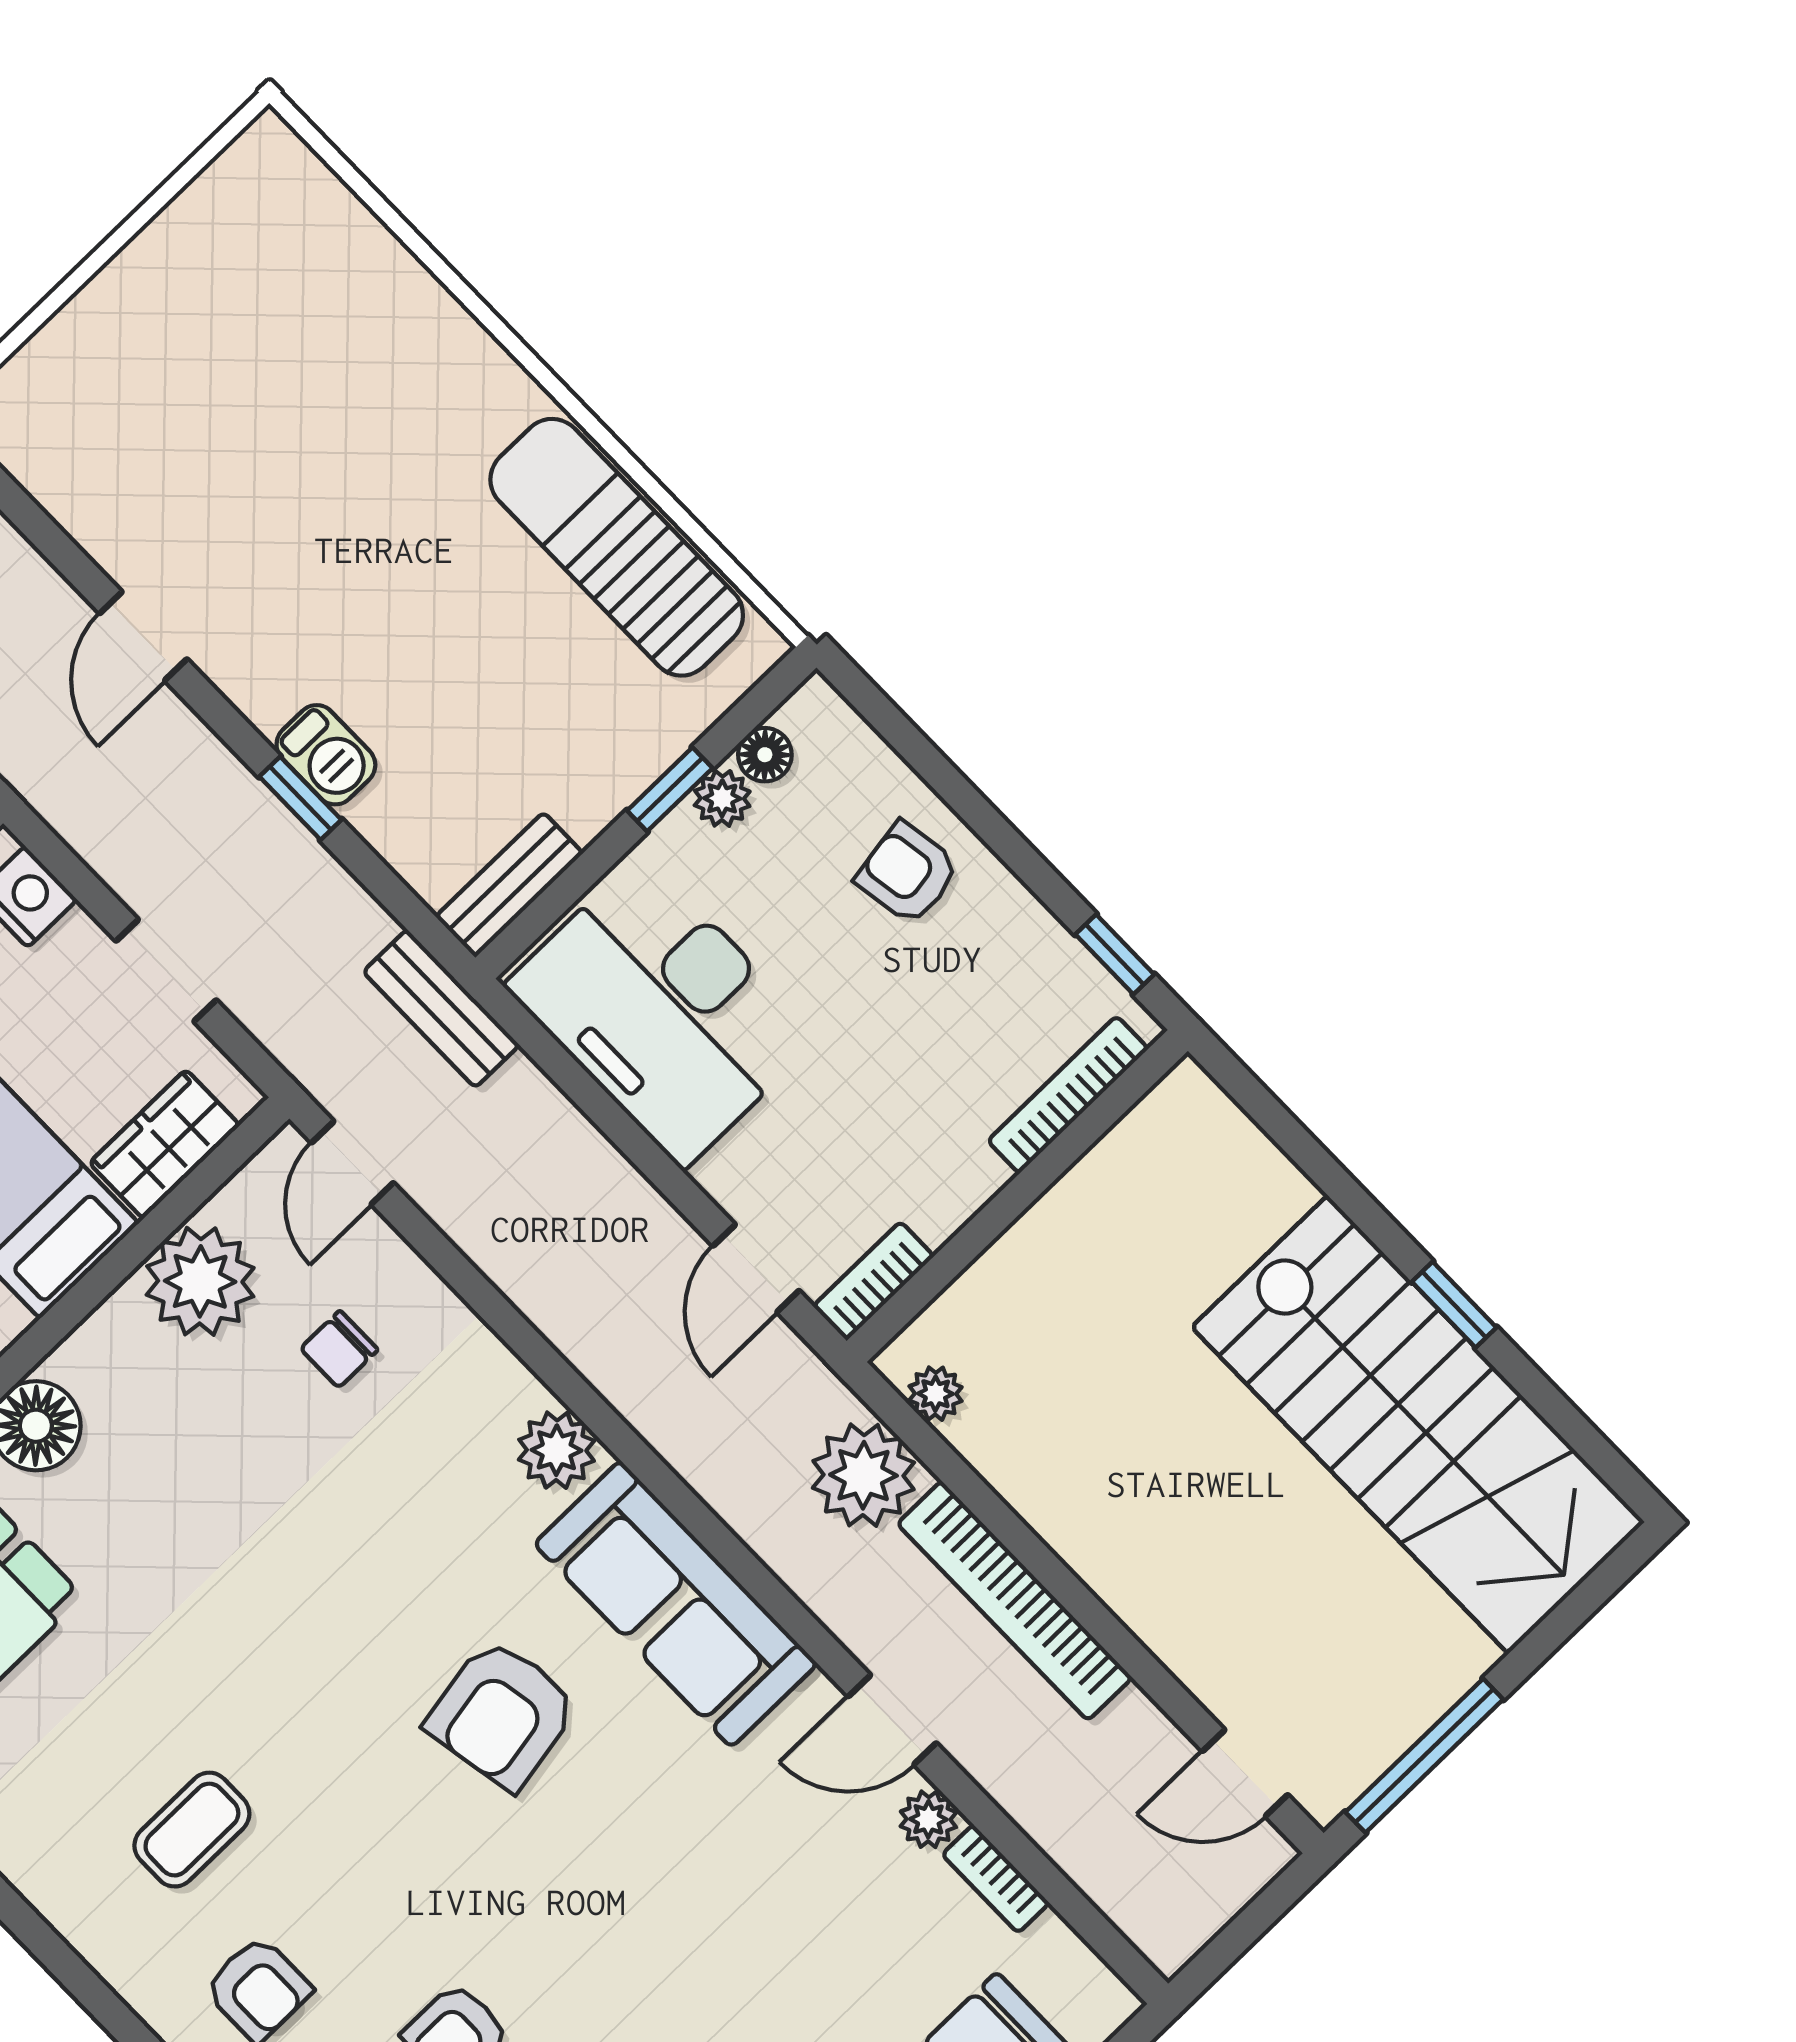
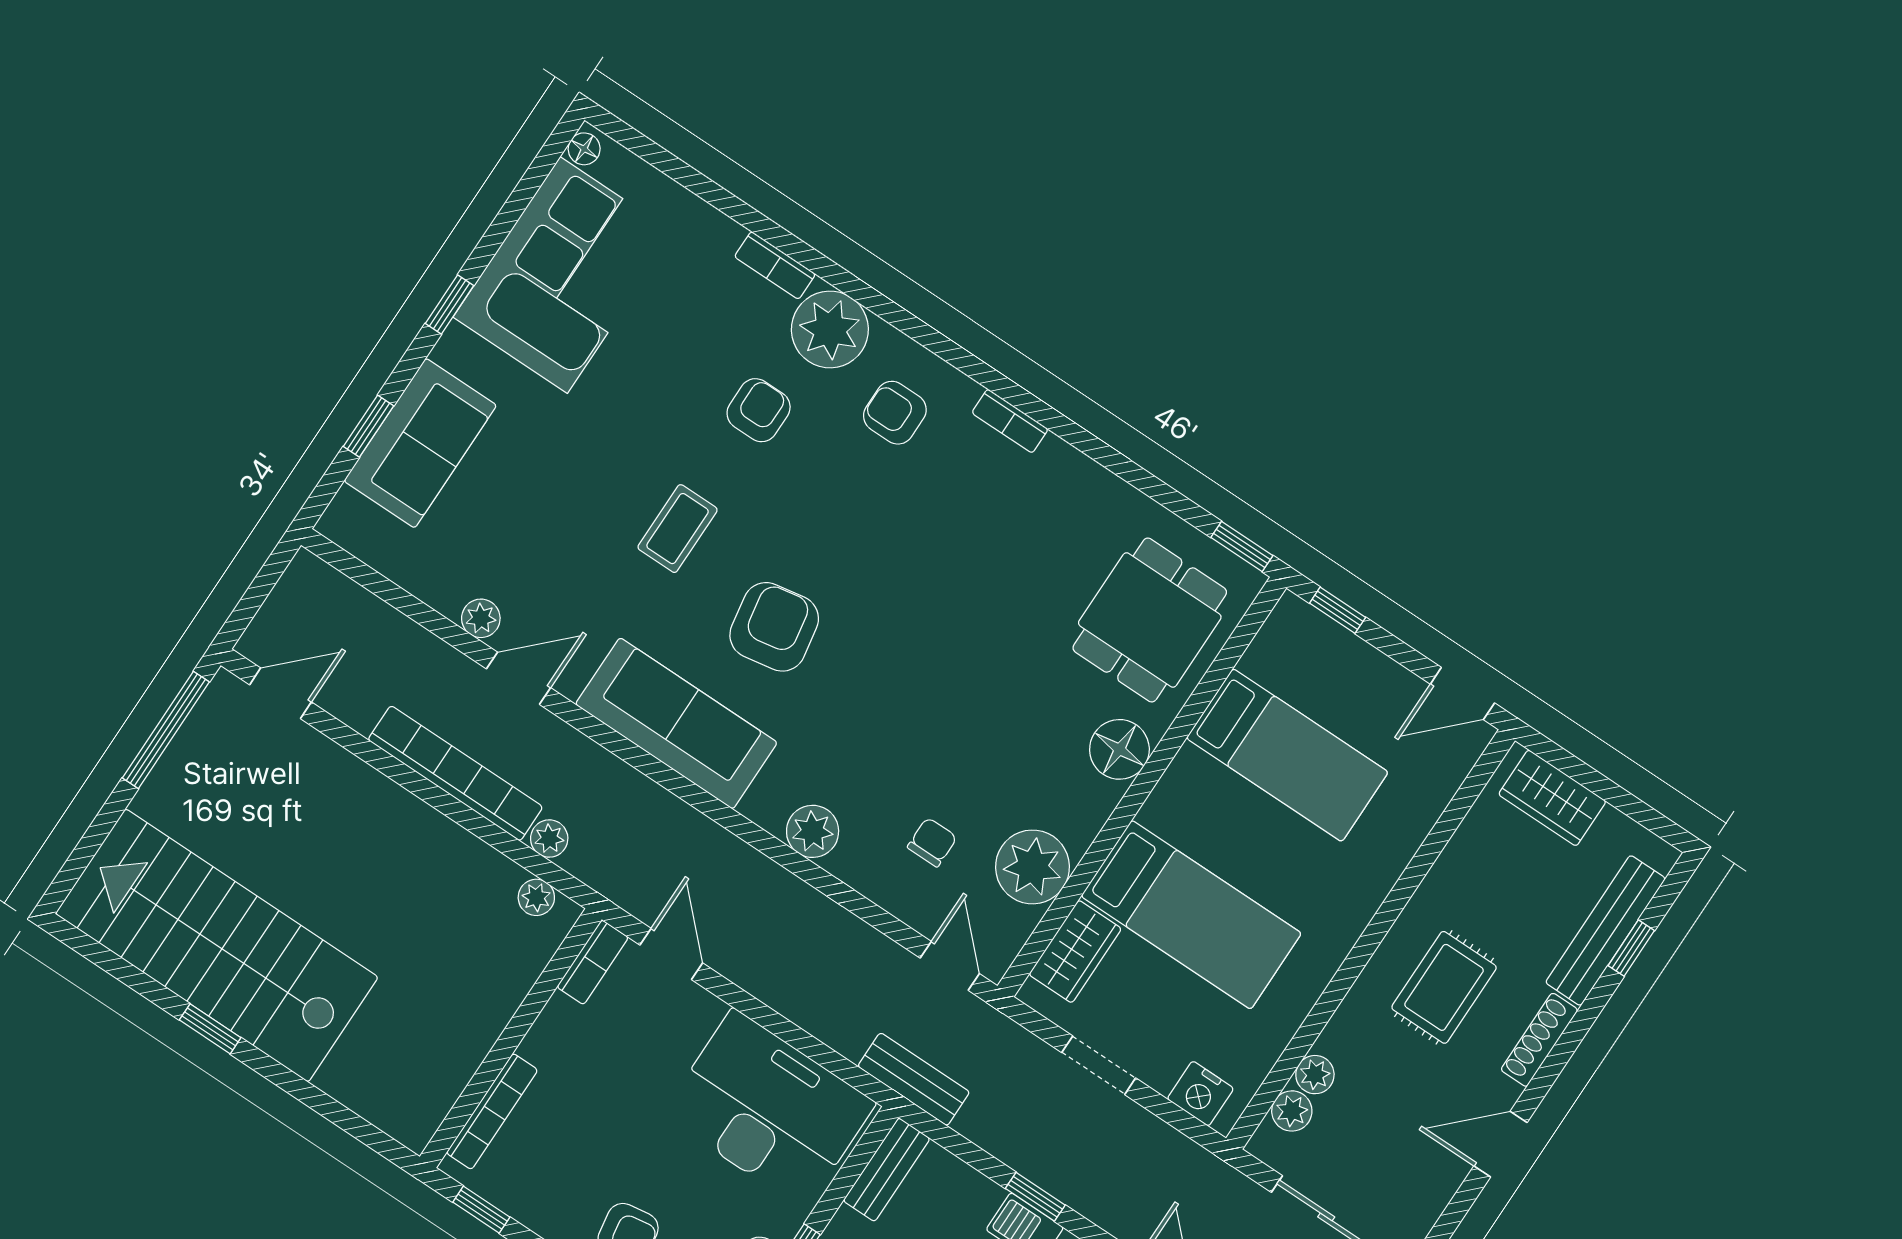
plant: (557, 1450) -> (813, 831), moved
plant: (863, 1475) -> (549, 839), width x0.53, depth x0.53
coffee table: (192, 1830) -> (678, 529), moved
bookcase: (996, 1879) -> (1010, 421), moved, turned 180

